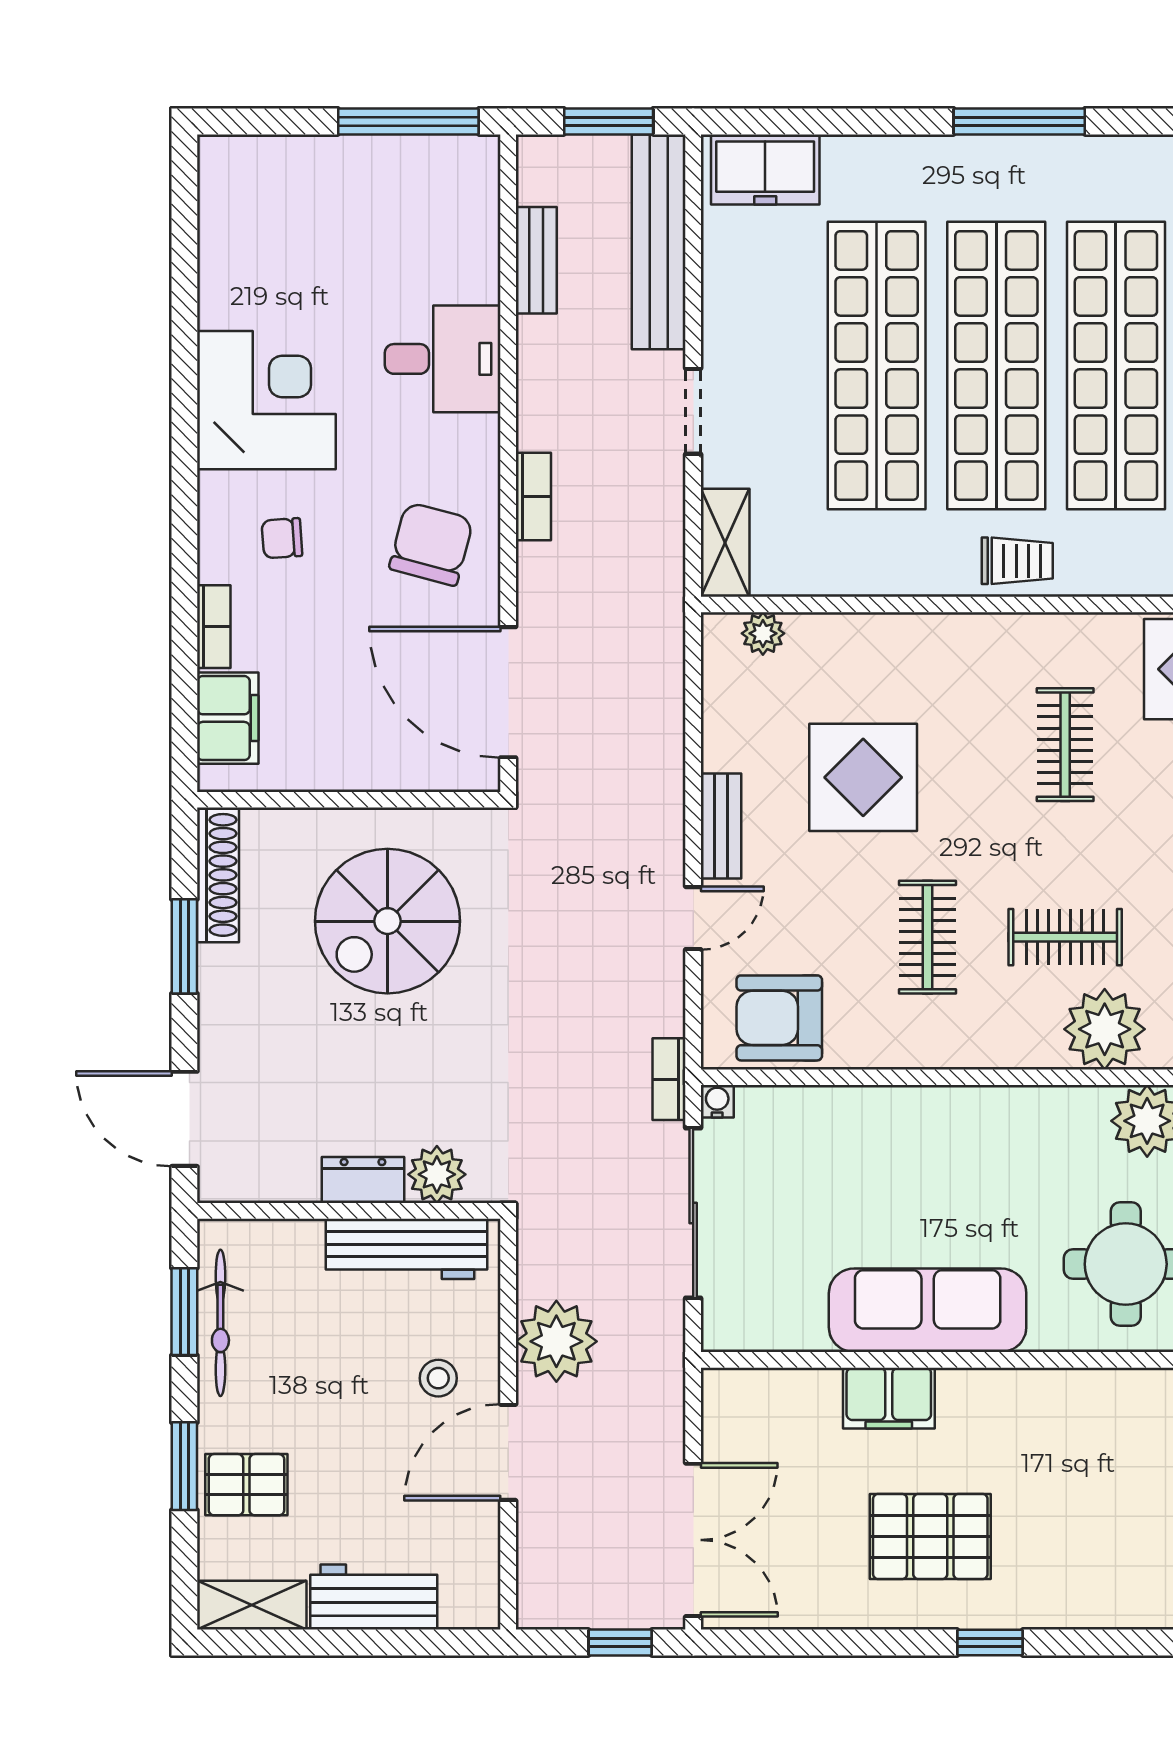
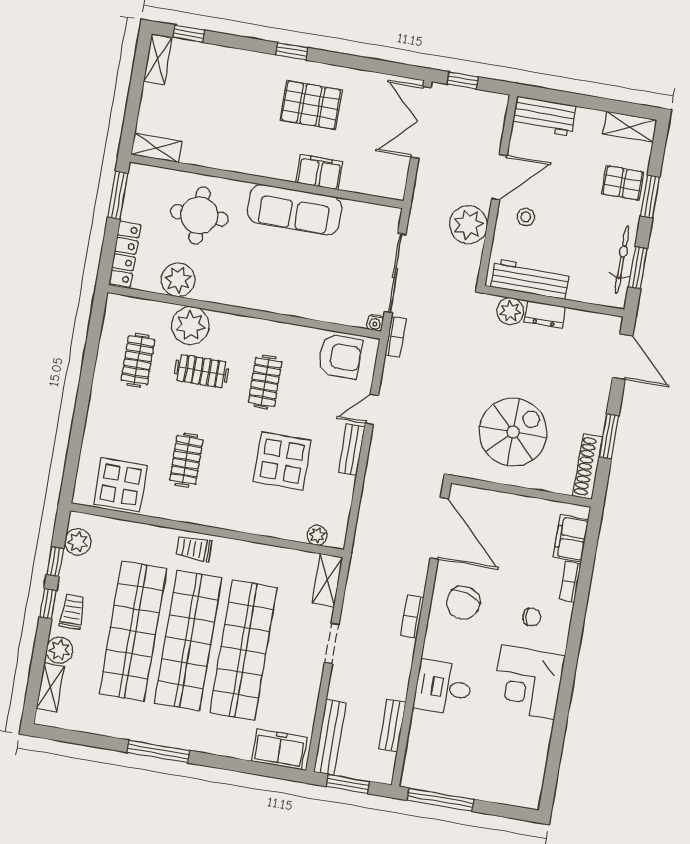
bench: (659, 242) -> (330, 737), width x0.73, depth x0.82
workbench: (374, 1597) -> (544, 116), moved

